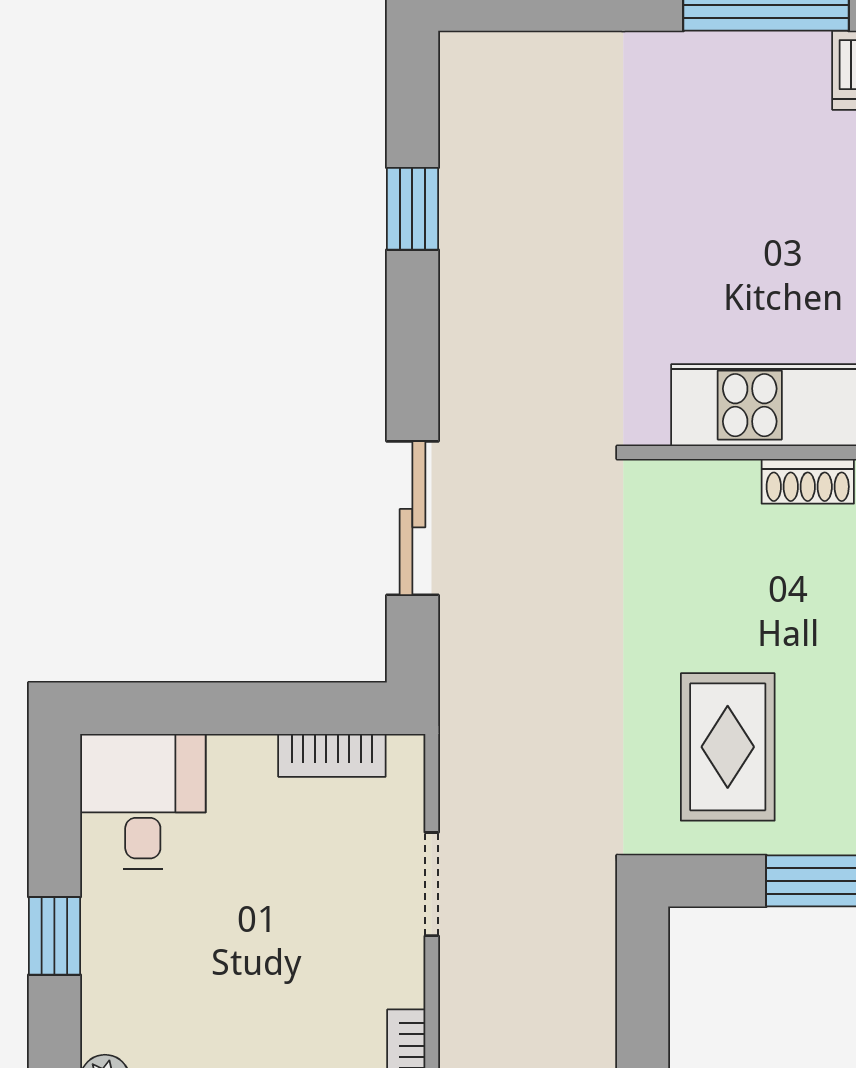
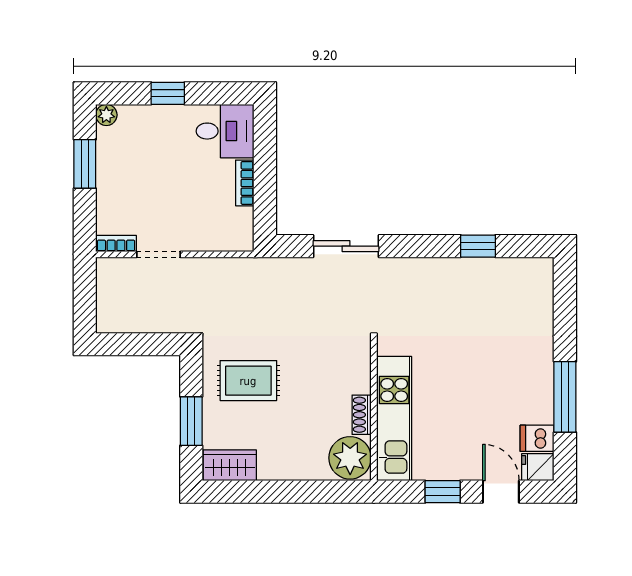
bookcase: (332, 755) -> (245, 183), moved
doorway: (432, 884) -> (158, 254), moved

